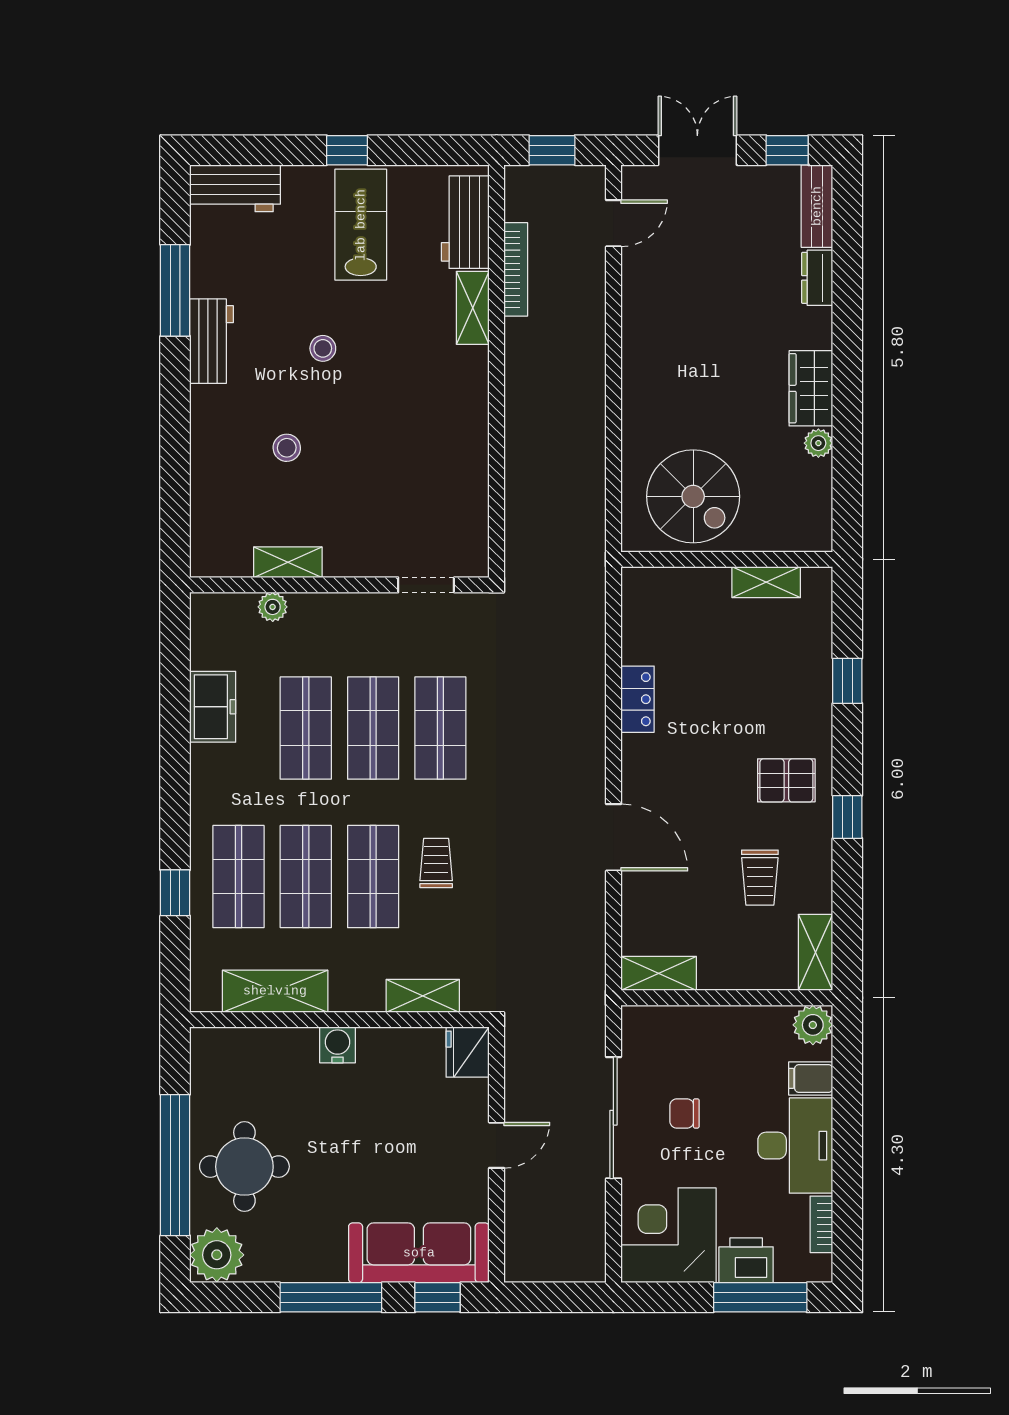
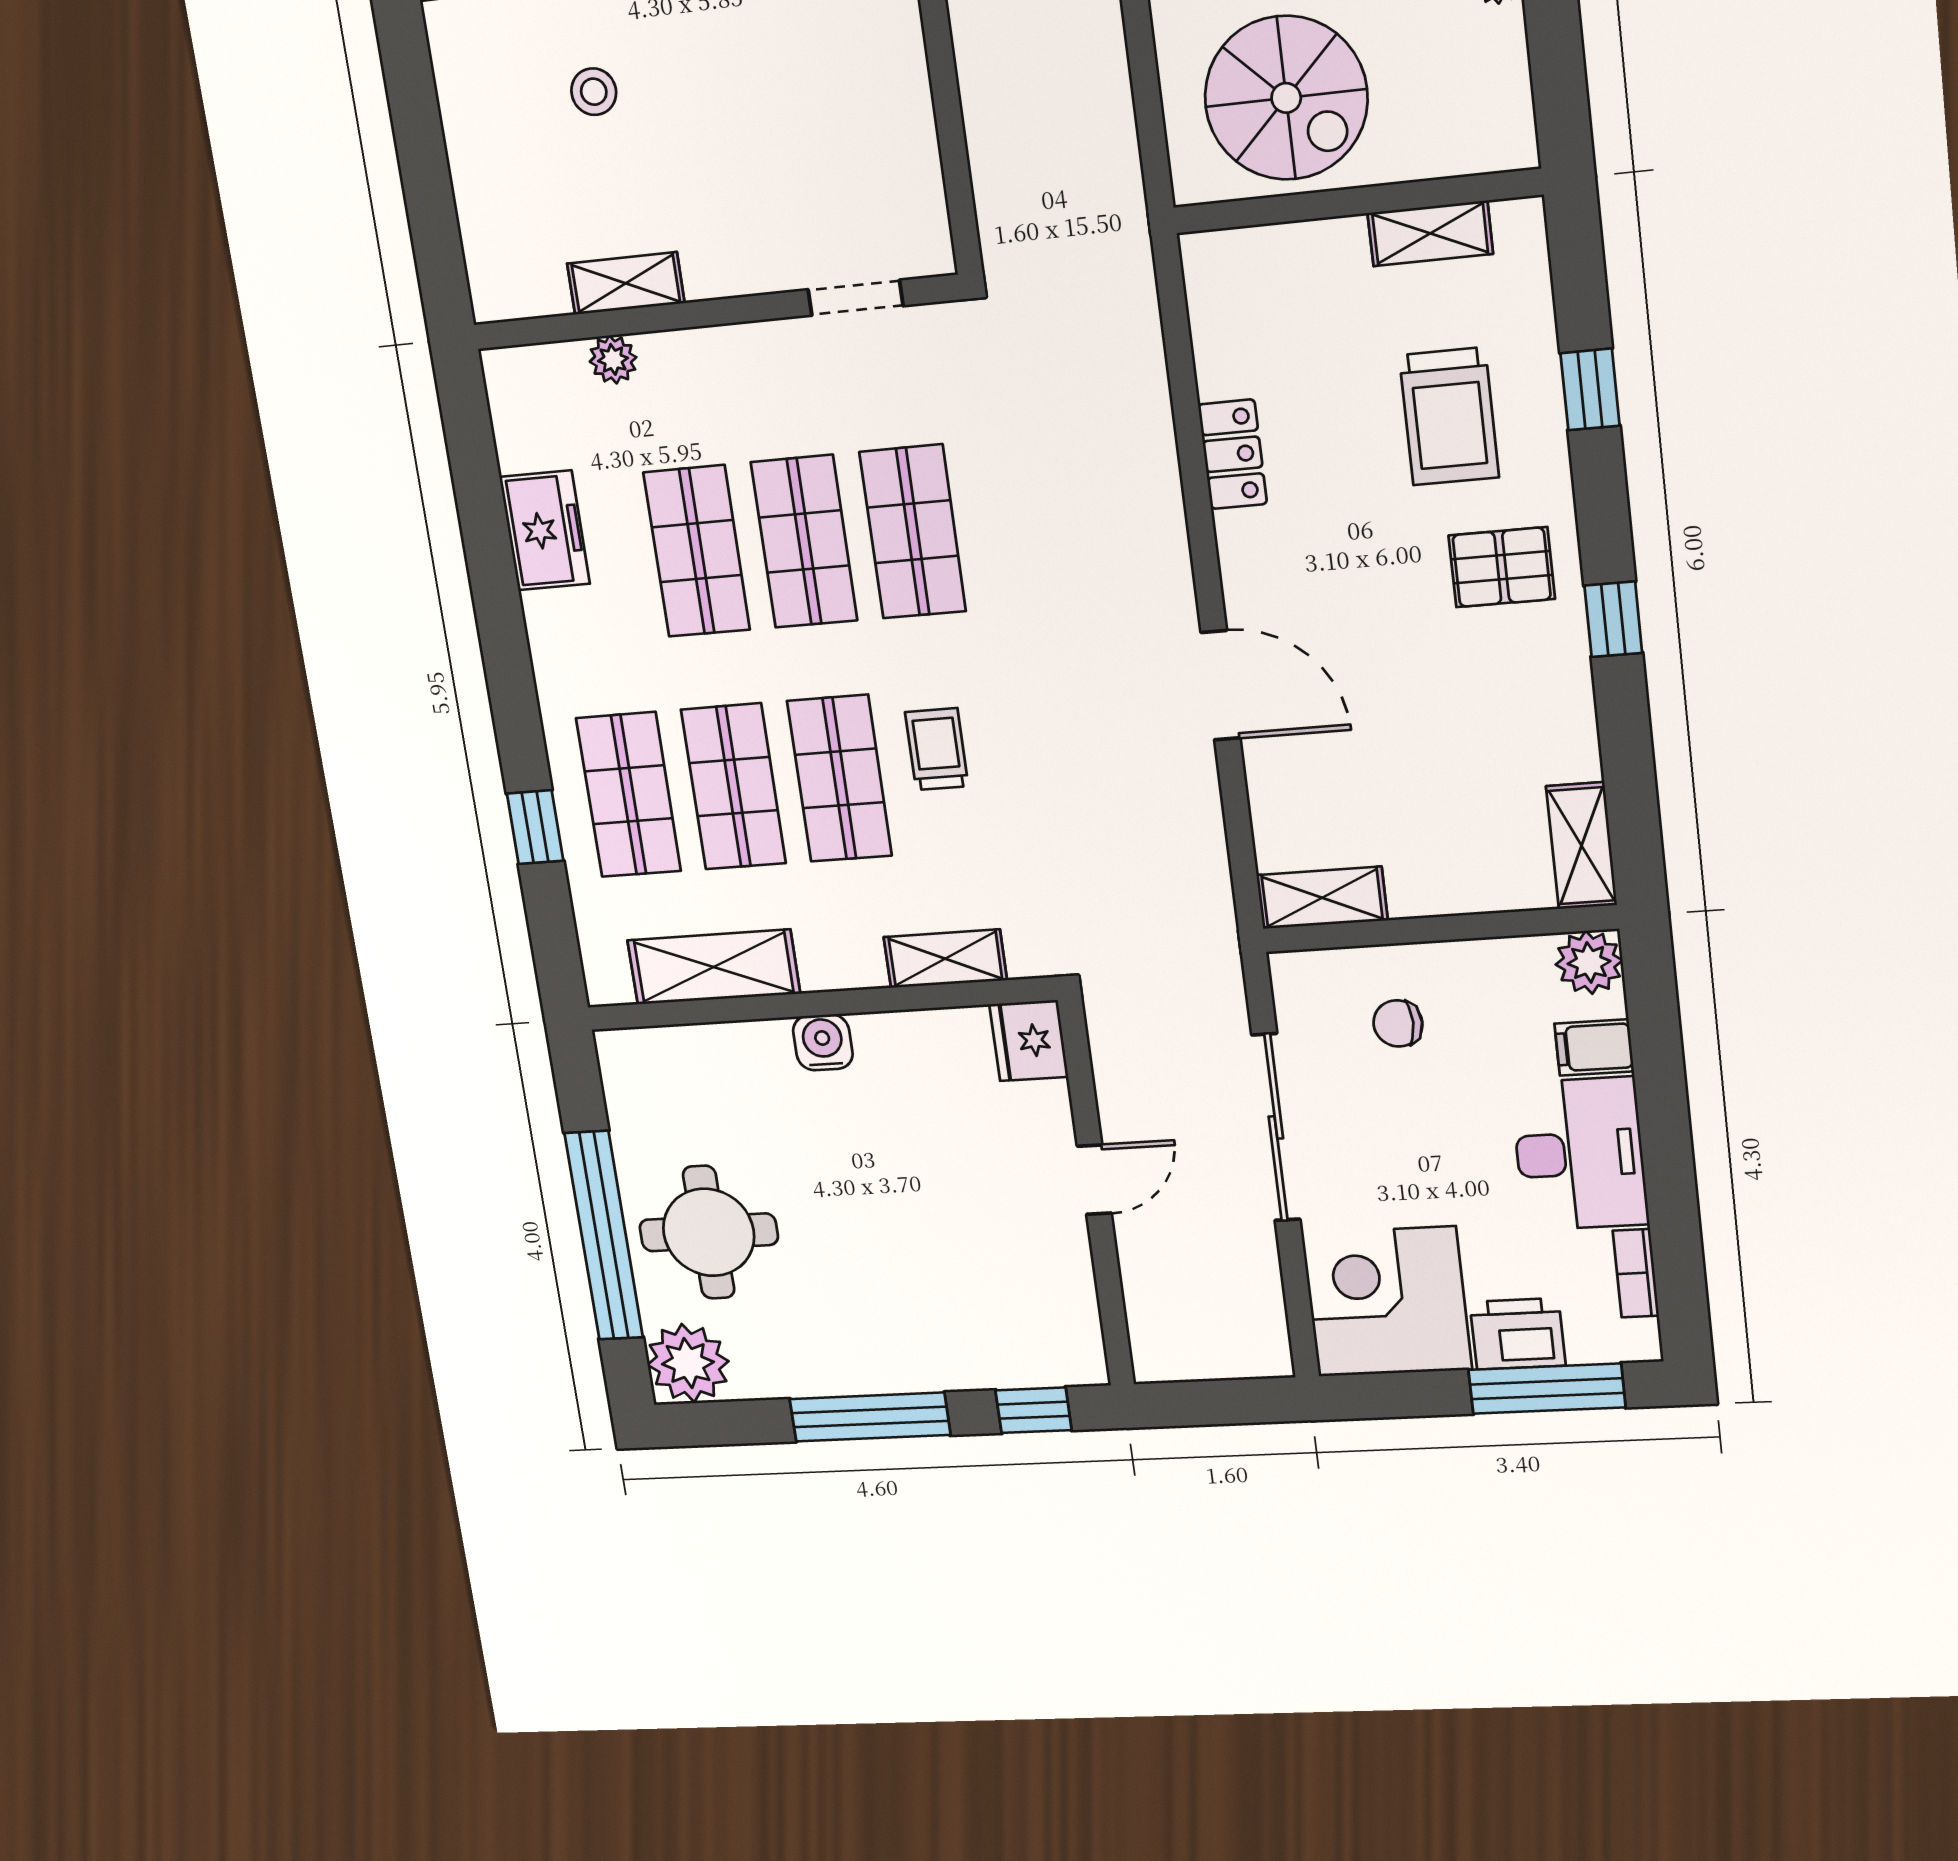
trolley: (760, 878) -> (1449, 416), moved, width x1.36, depth x1.39
chair: (684, 1113) -> (1398, 1023), moved
sofa: (419, 1253) -> (995, 1346), removed

